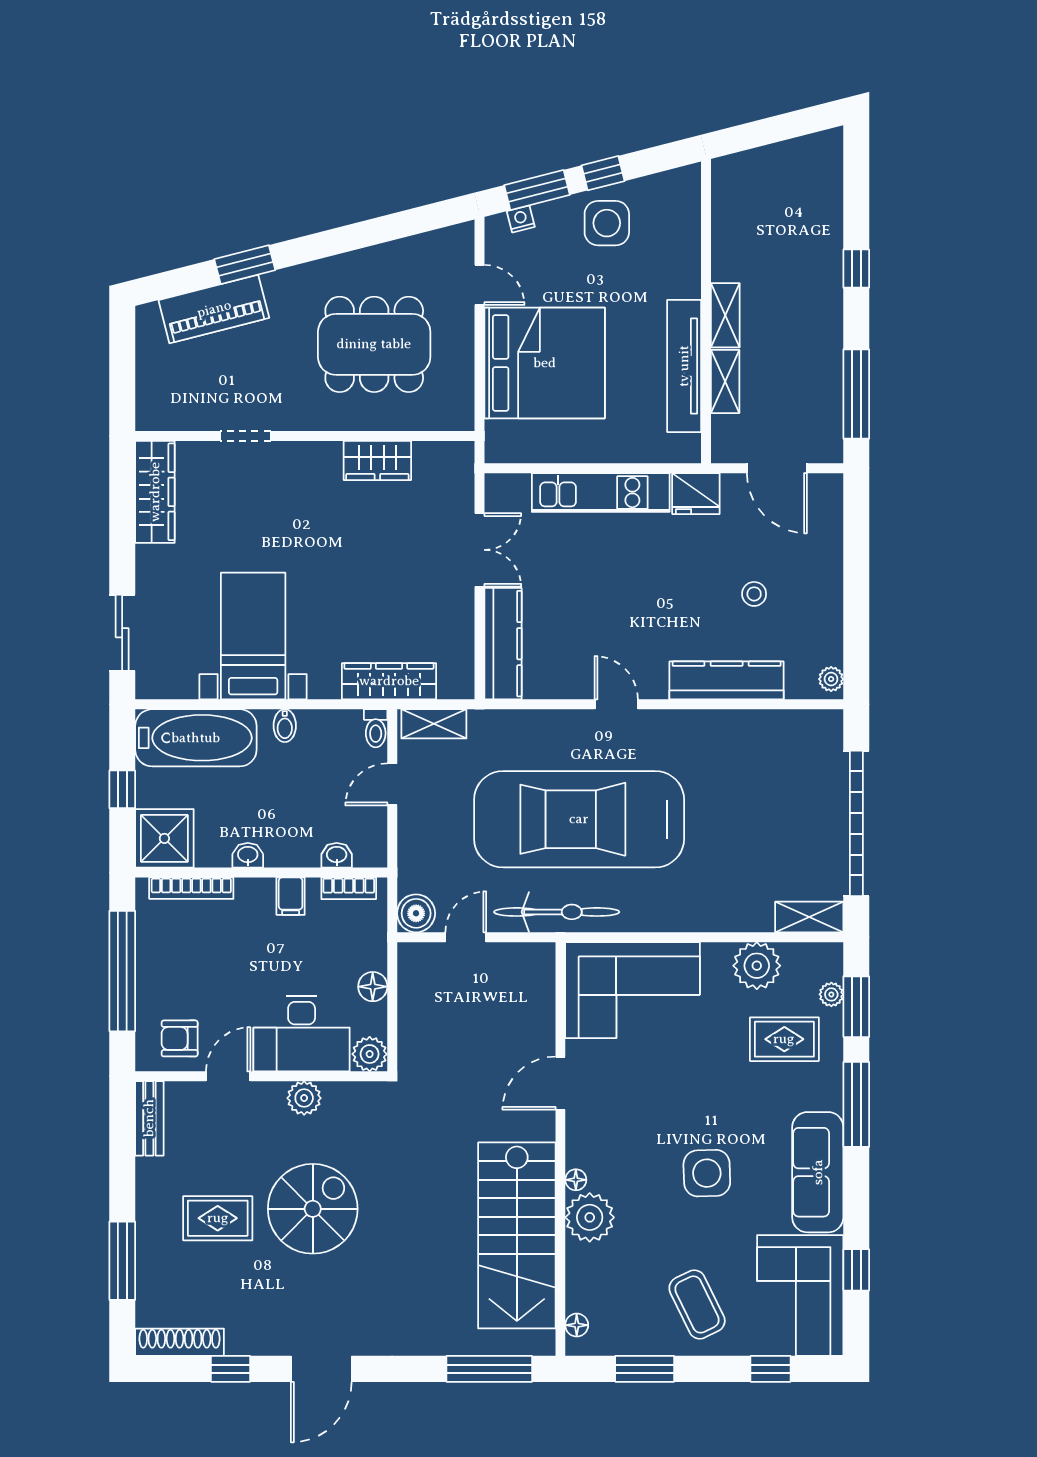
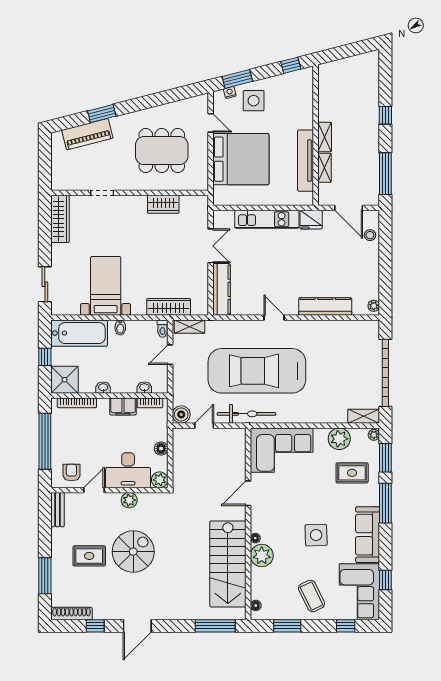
window: (603, 173) -> (291, 65), moved
side table: (607, 223) -> (254, 101), moved
stool: (754, 594) -> (370, 235), moved
filing cabinet: (291, 896) -> (123, 407), width x2.00
plant: (831, 994) -> (374, 435), moved
armchair: (180, 1038) -> (71, 473), turned 90

